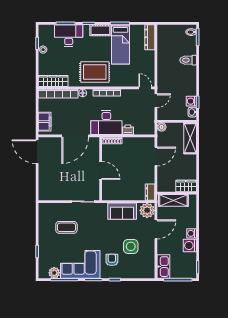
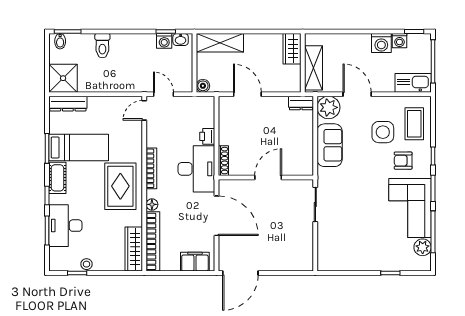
shower: (167, 34) -> (63, 78), added
coffee table: (66, 227) -> (414, 124), moved
washing machine: (192, 233) -> (399, 41), moved

